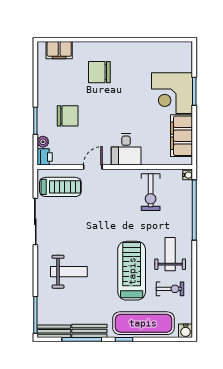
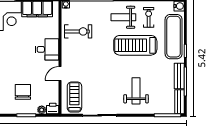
door: (93, 167) -> (60, 74), hinge flipped

